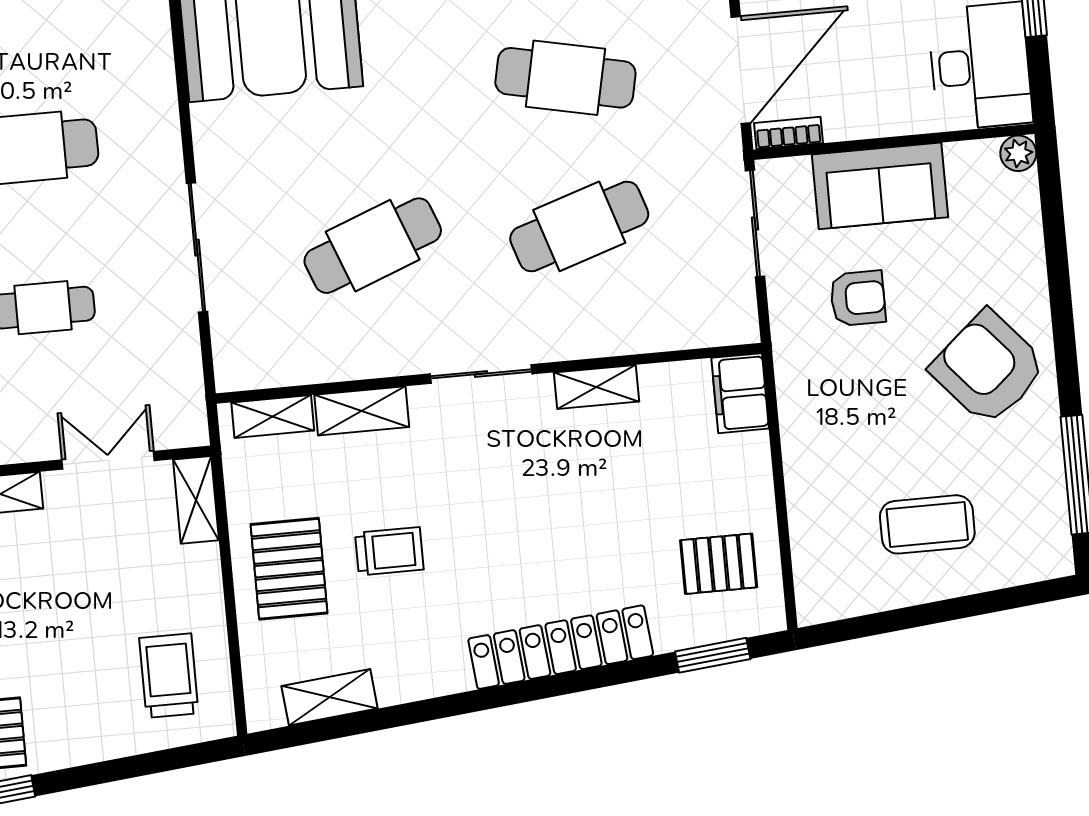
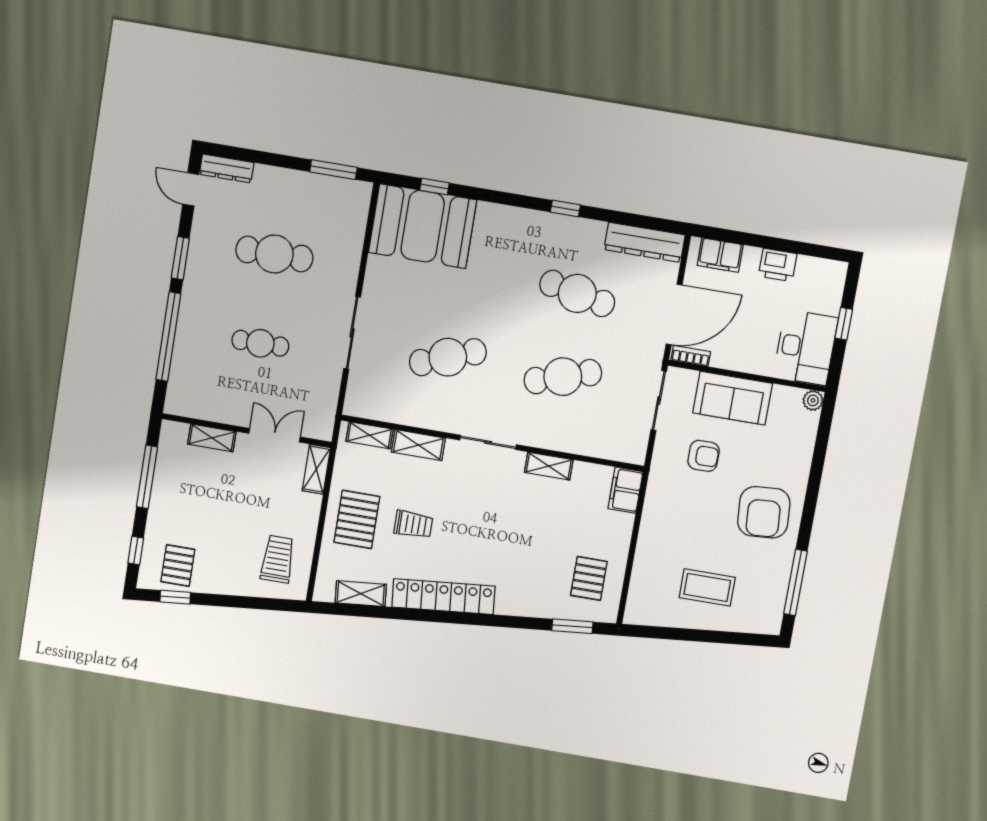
armchair: (988, 368) -> (764, 512), turned -143
pallet: (719, 564) -> (589, 578), turned 90
locker: (561, 647) -> (443, 597), moved

